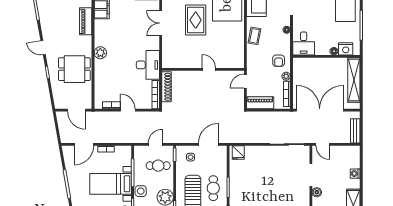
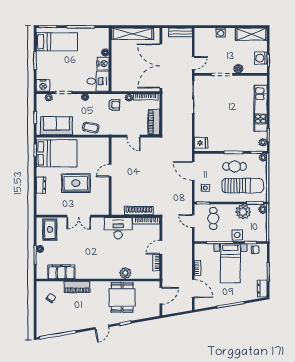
nightstand: (346, 49) -> (103, 64), moved
plant: (100, 53) -> (125, 273), moved
wall: (203, 69) -> (110, 176), moved
door: (209, 69) -> (110, 171), moved

